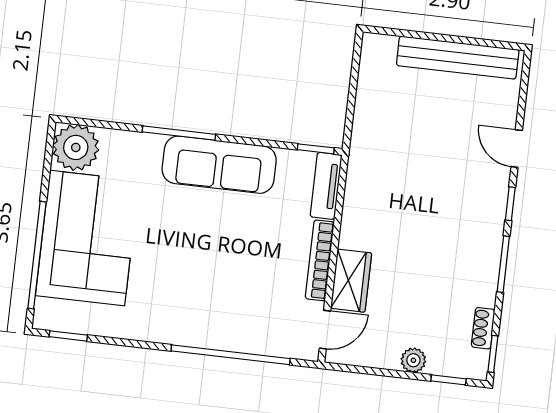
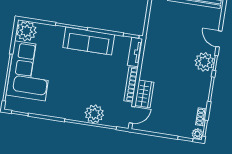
plant: (485, 202) -> (204, 62), added
plant: (238, 331) -> (94, 114), added
plant: (413, 360) -> (197, 134), moved

